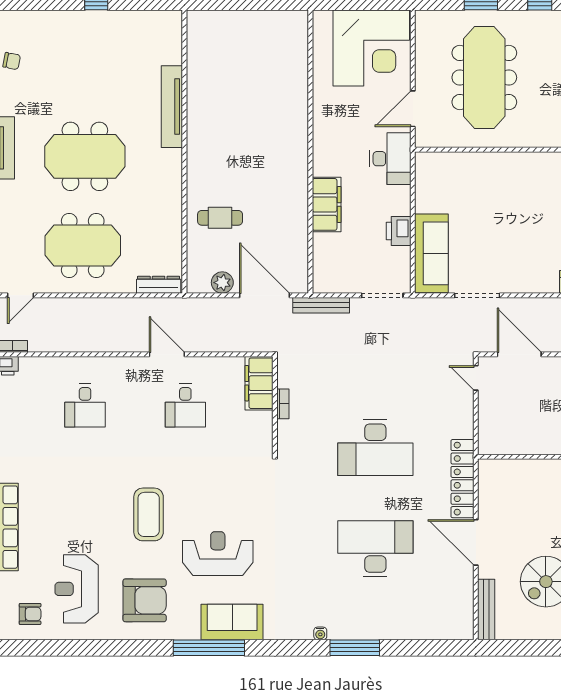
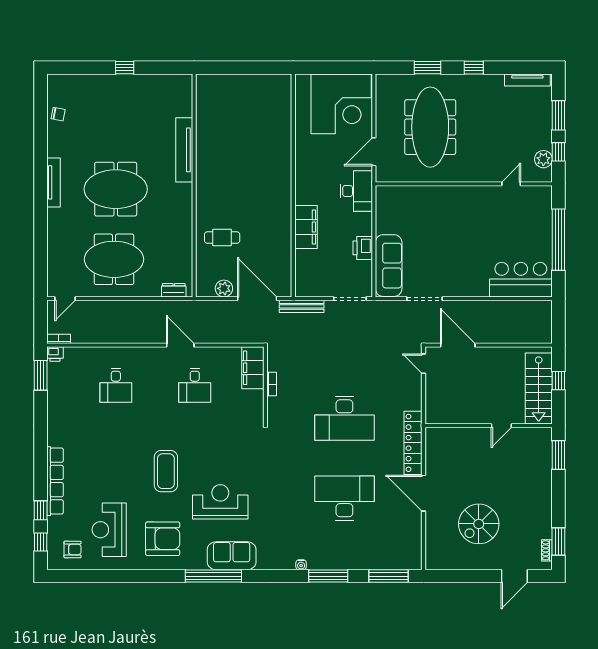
dresser: (159, 285) -> (174, 290), width x0.70
bench: (486, 610) -> (432, 546), removed
window: (431, 648) -> (389, 576), added

